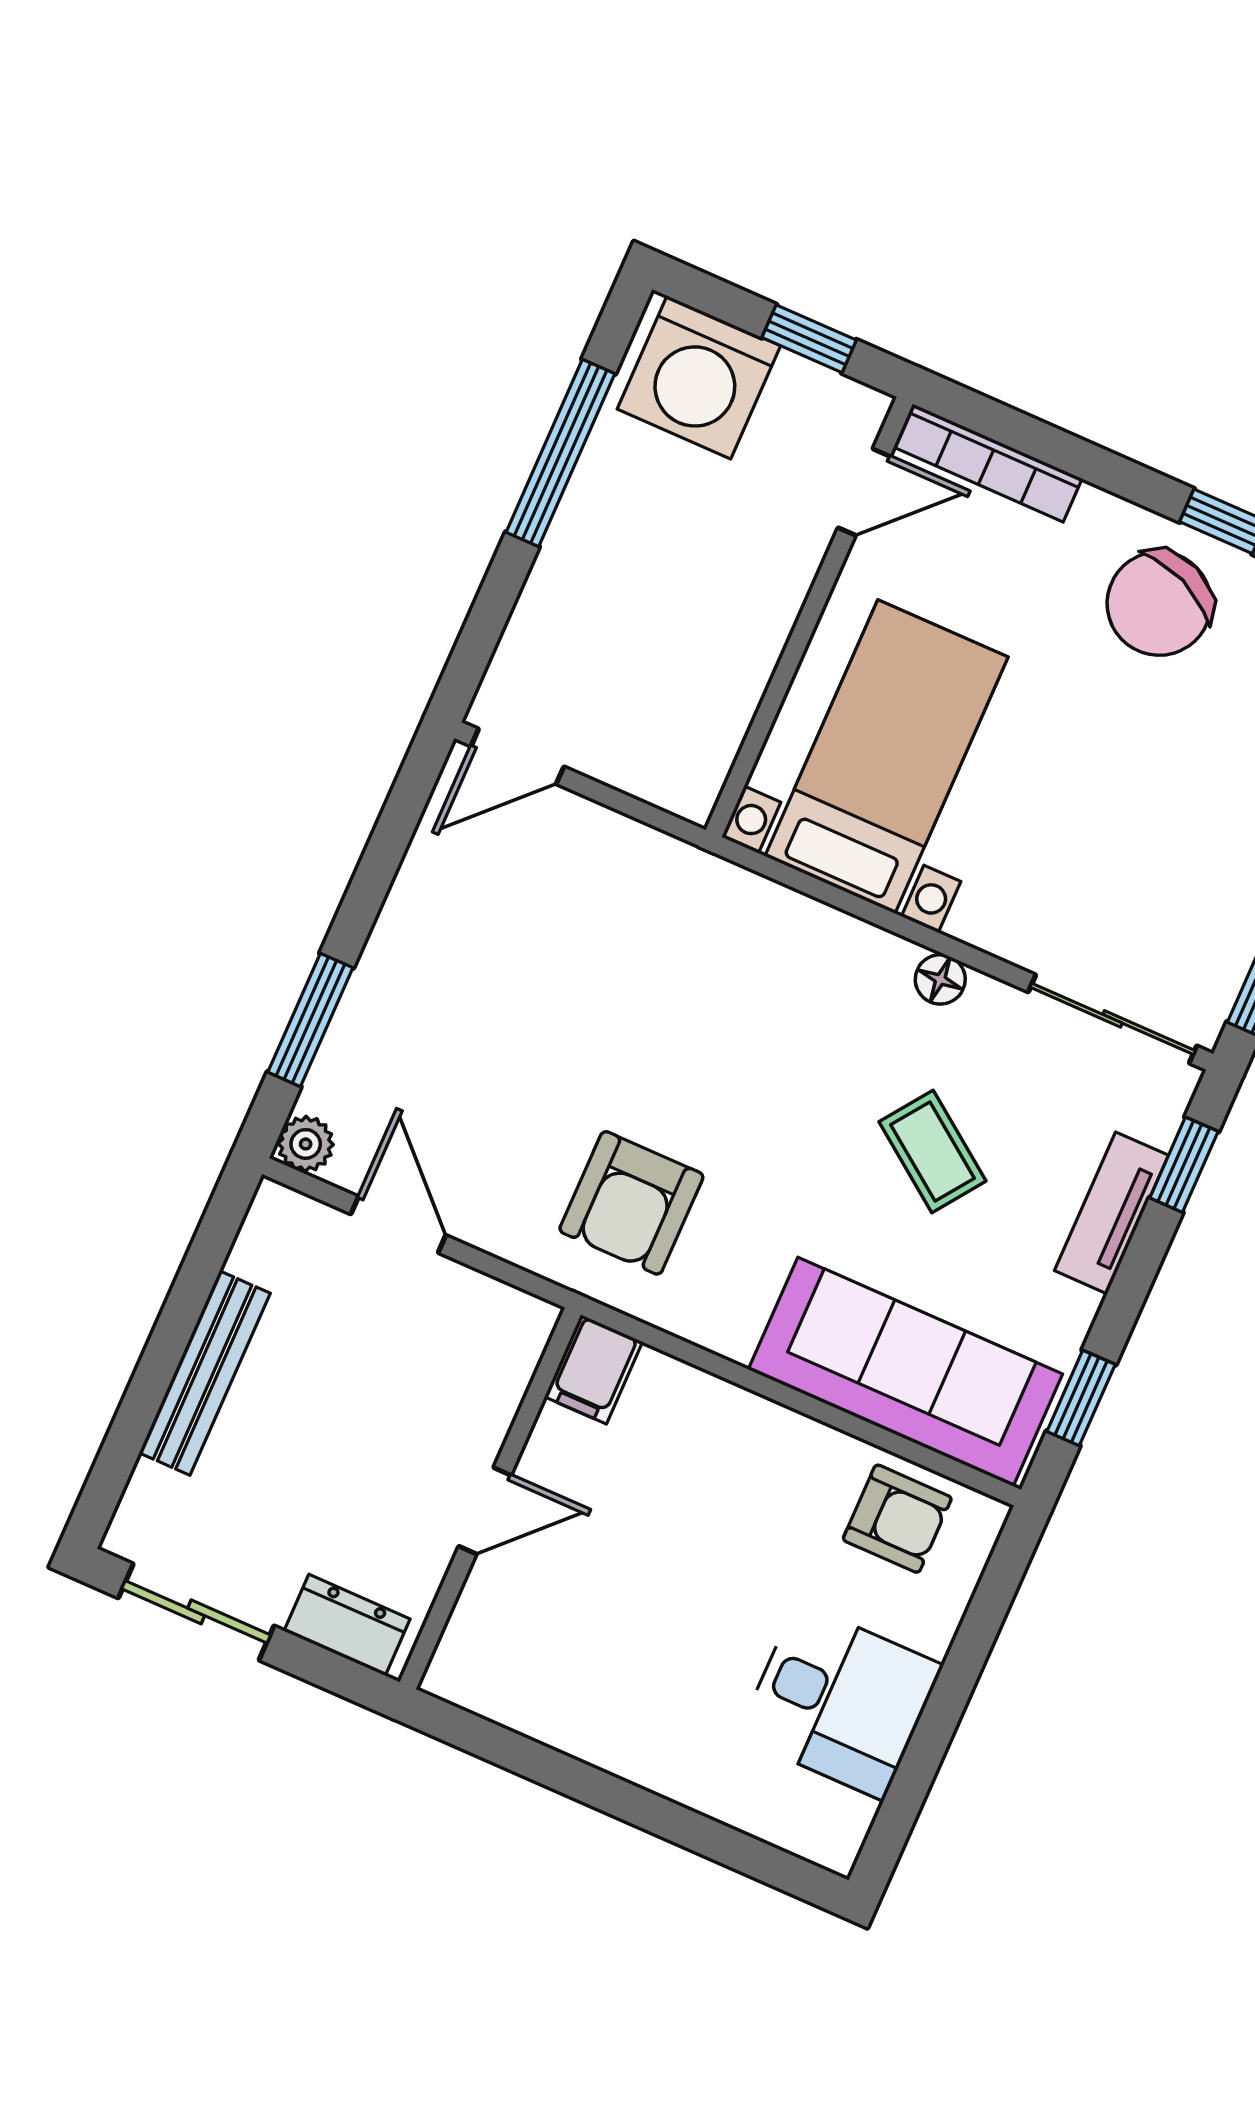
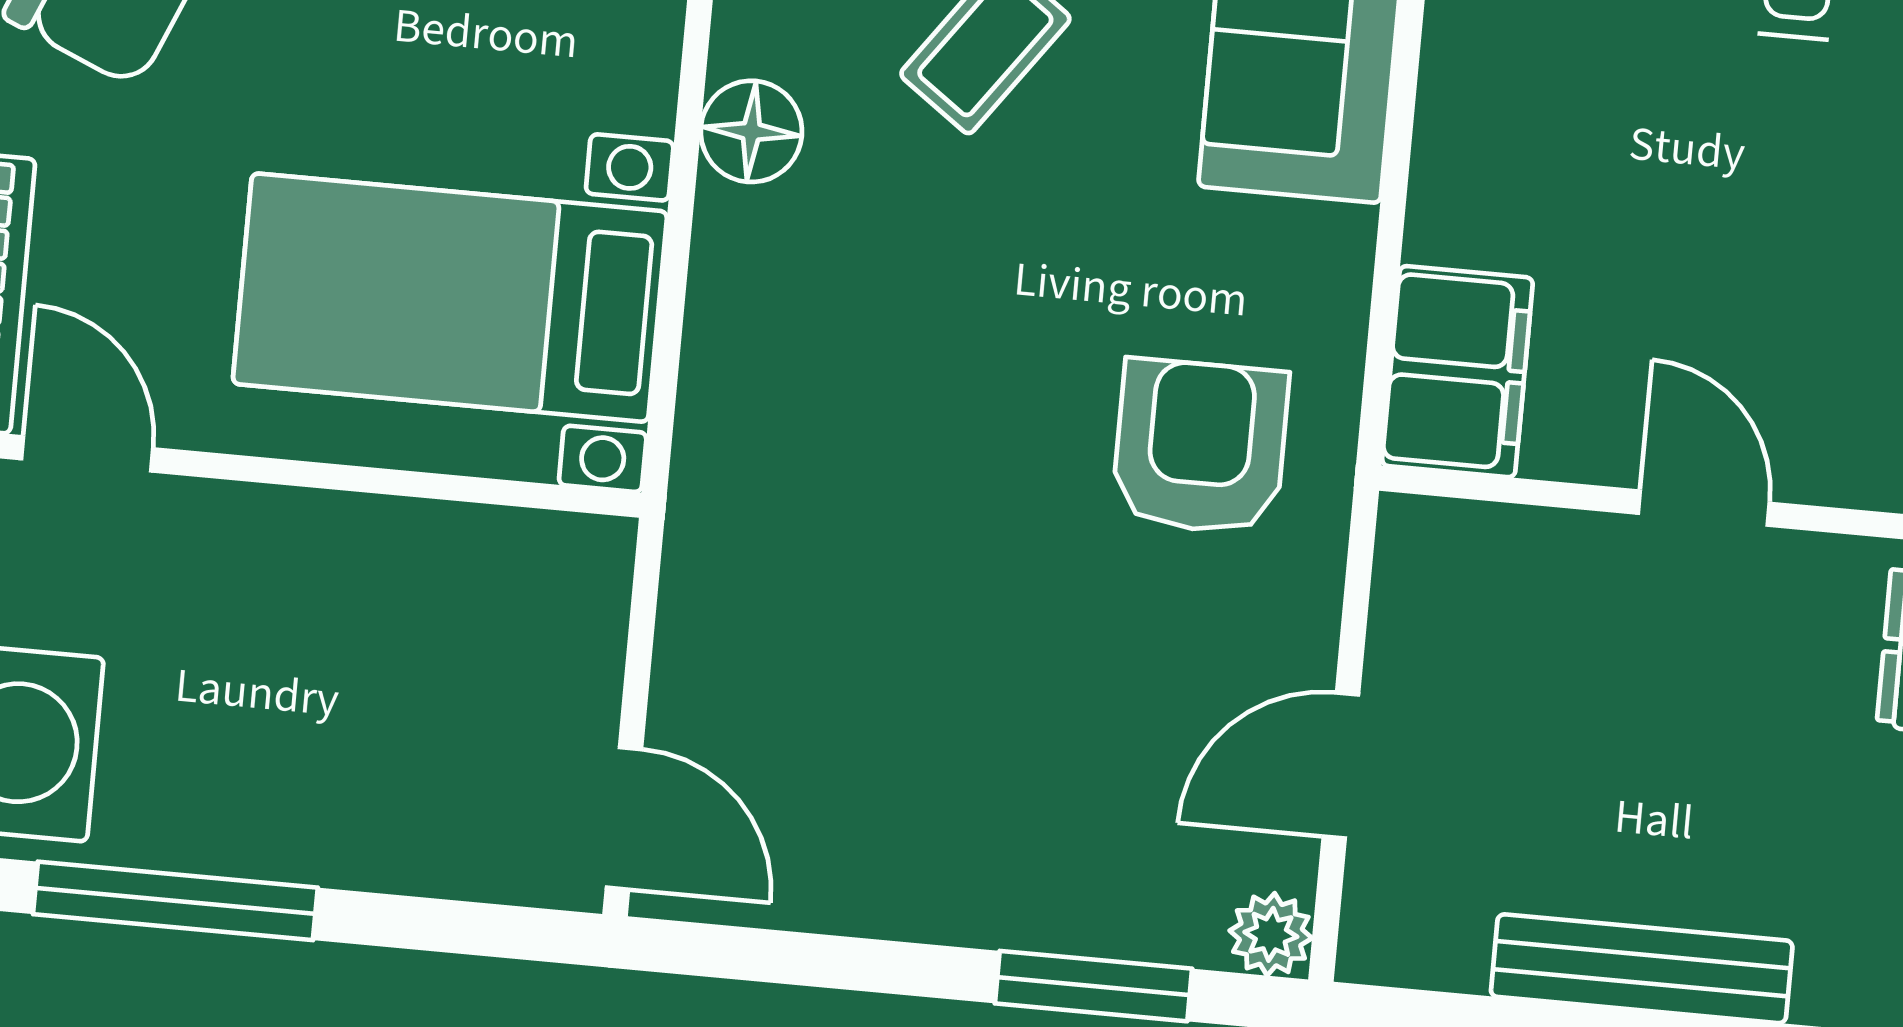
floor lamp: (940, 979) -> (751, 131), width x1.37, depth x1.37
armchair: (631, 1203) -> (1200, 447), turned -90
filing cabinet: (594, 1369) -> (1457, 372), width x2.00

